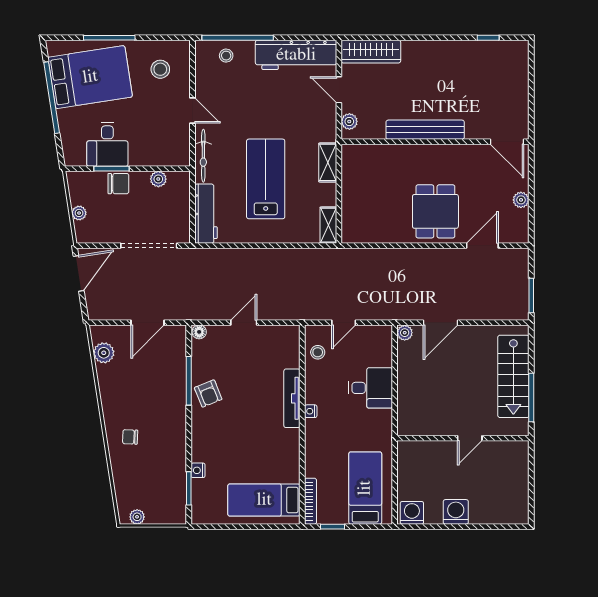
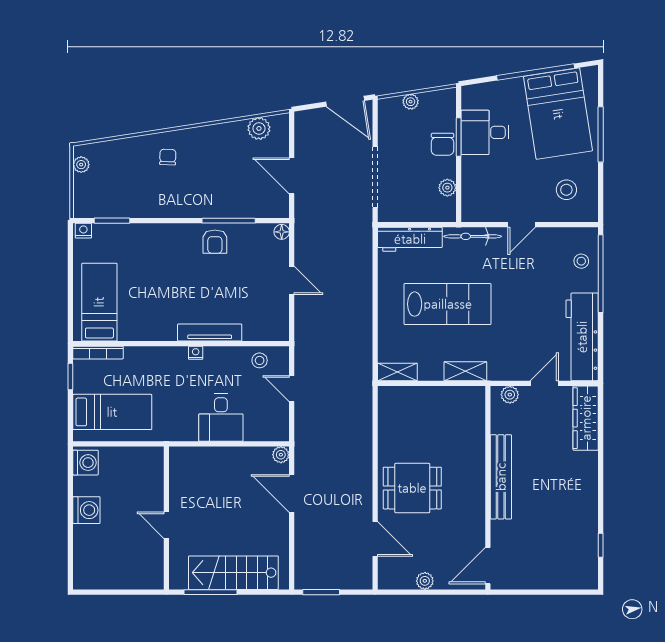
armchair: (208, 393) -> (215, 242), turned -68
nightstand: (198, 470) -> (83, 231), moved

